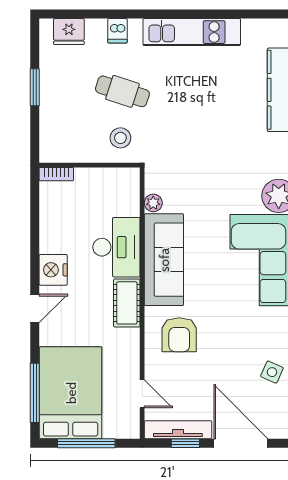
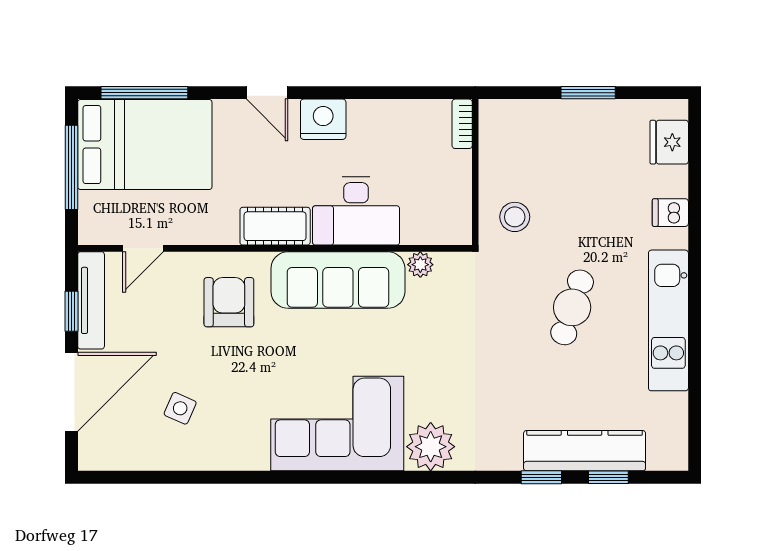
cafe table: (122, 91) -> (572, 307), moved
armchair: (179, 335) -> (229, 302), turned 90
side table: (272, 372) -> (180, 408), moved

